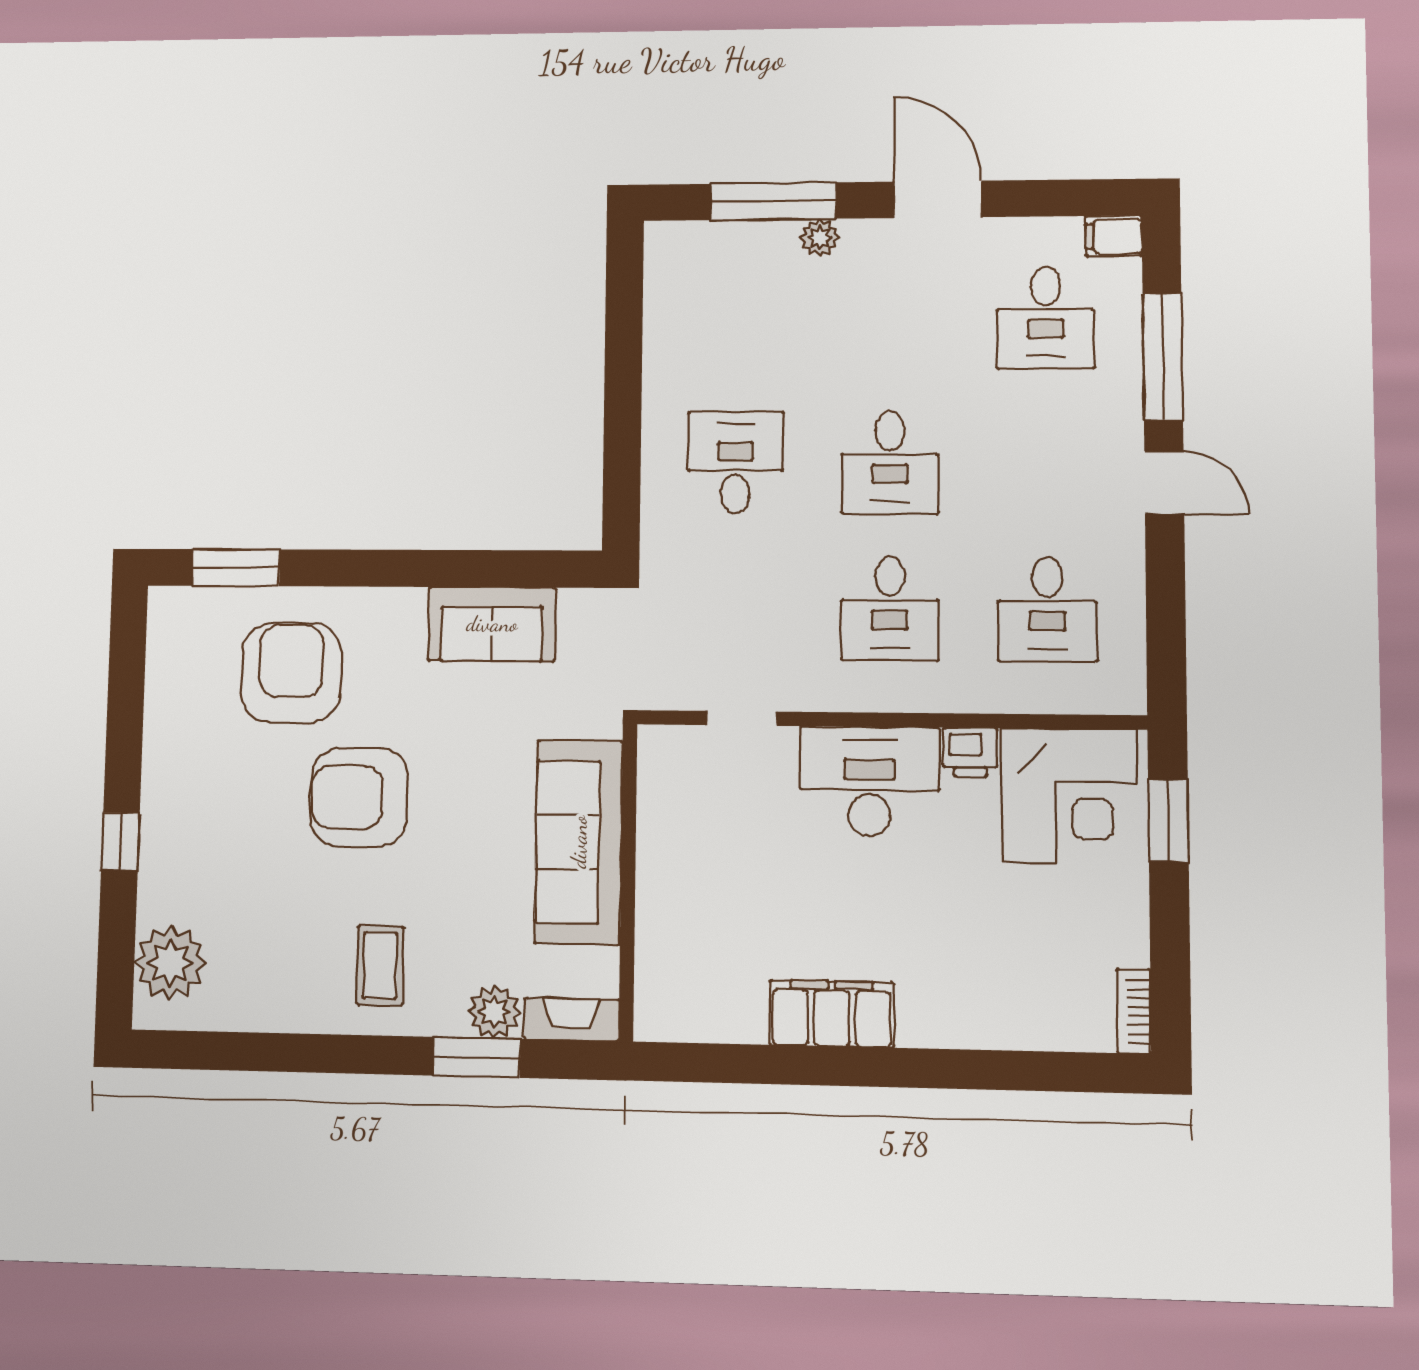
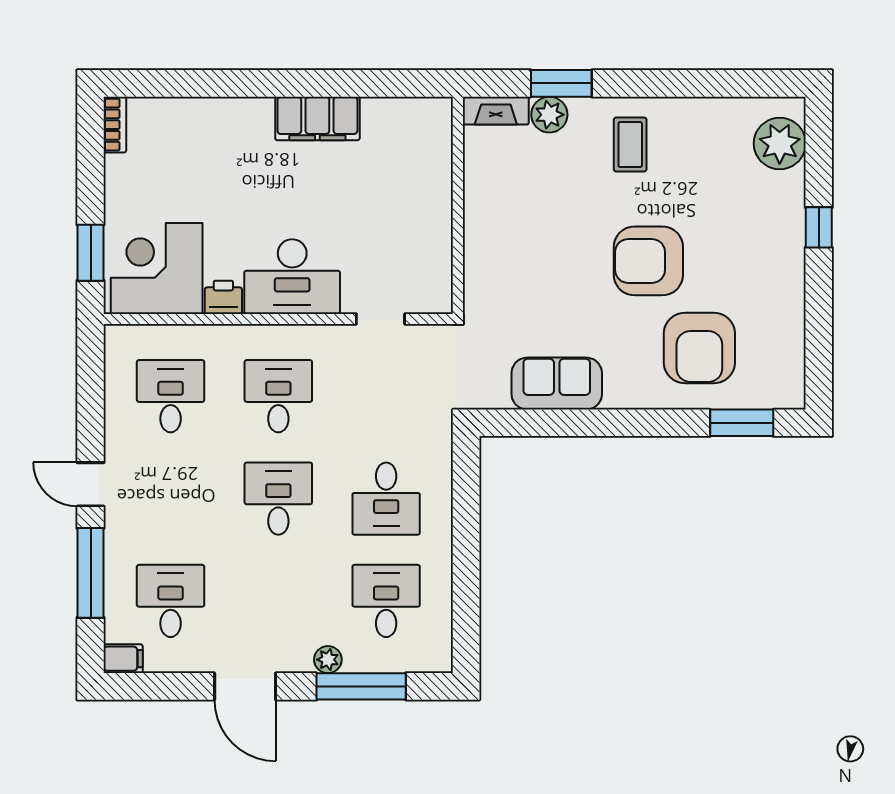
desk: (737, 320) -> (386, 601), added
armchair: (359, 797) -> (648, 261), turned 180
sofa: (579, 842) -> (493, 232), removed

